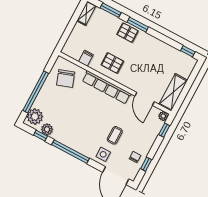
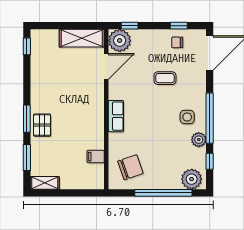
pallet: (112, 63) -> (85, 124), removed
row of seats: (107, 87) -> (116, 116), width x0.50
plant: (163, 116) -> (120, 41), width x1.88, depth x1.88
plant: (47, 129) -> (199, 140), moved
side table: (103, 154) -> (187, 117), moved

